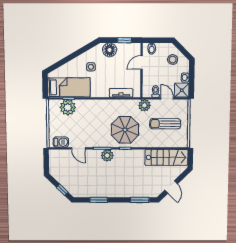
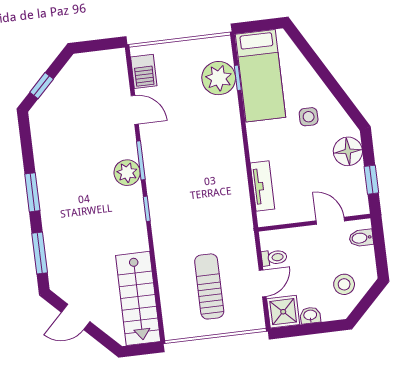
plant: (144, 105) -> (242, 238), removed
parasol: (125, 130) -> (186, 204), removed
door: (78, 148) -> (135, 110), swing flipped
window: (99, 200) -> (32, 192), moved

